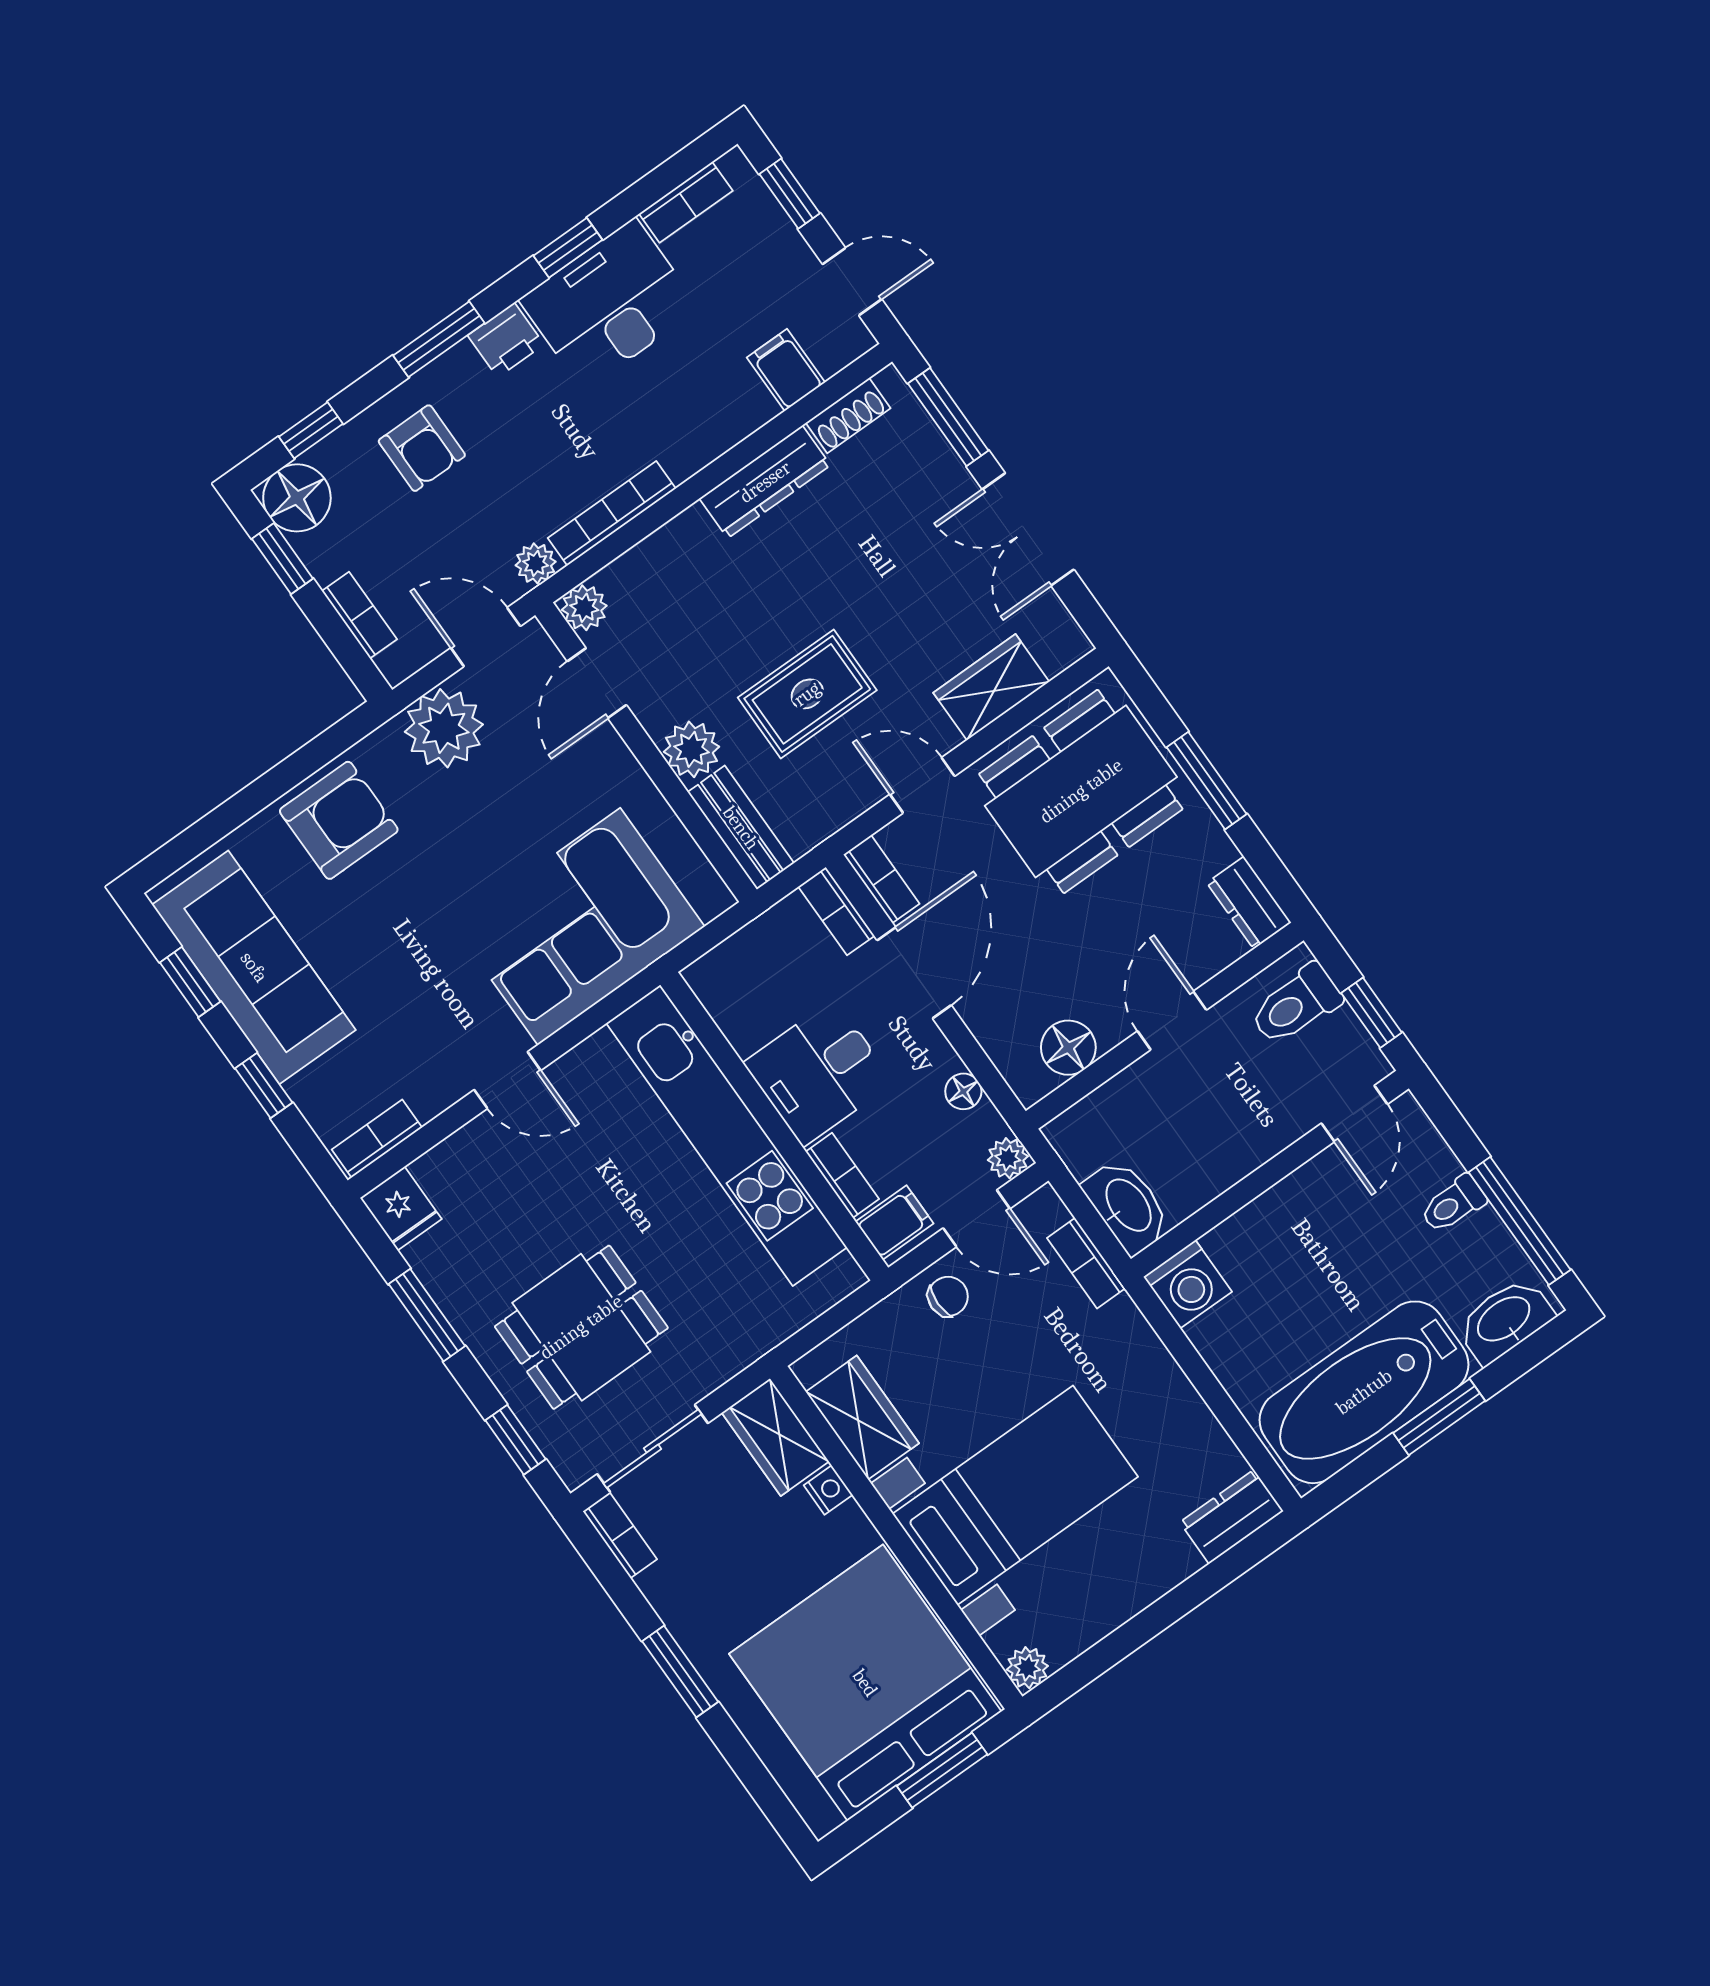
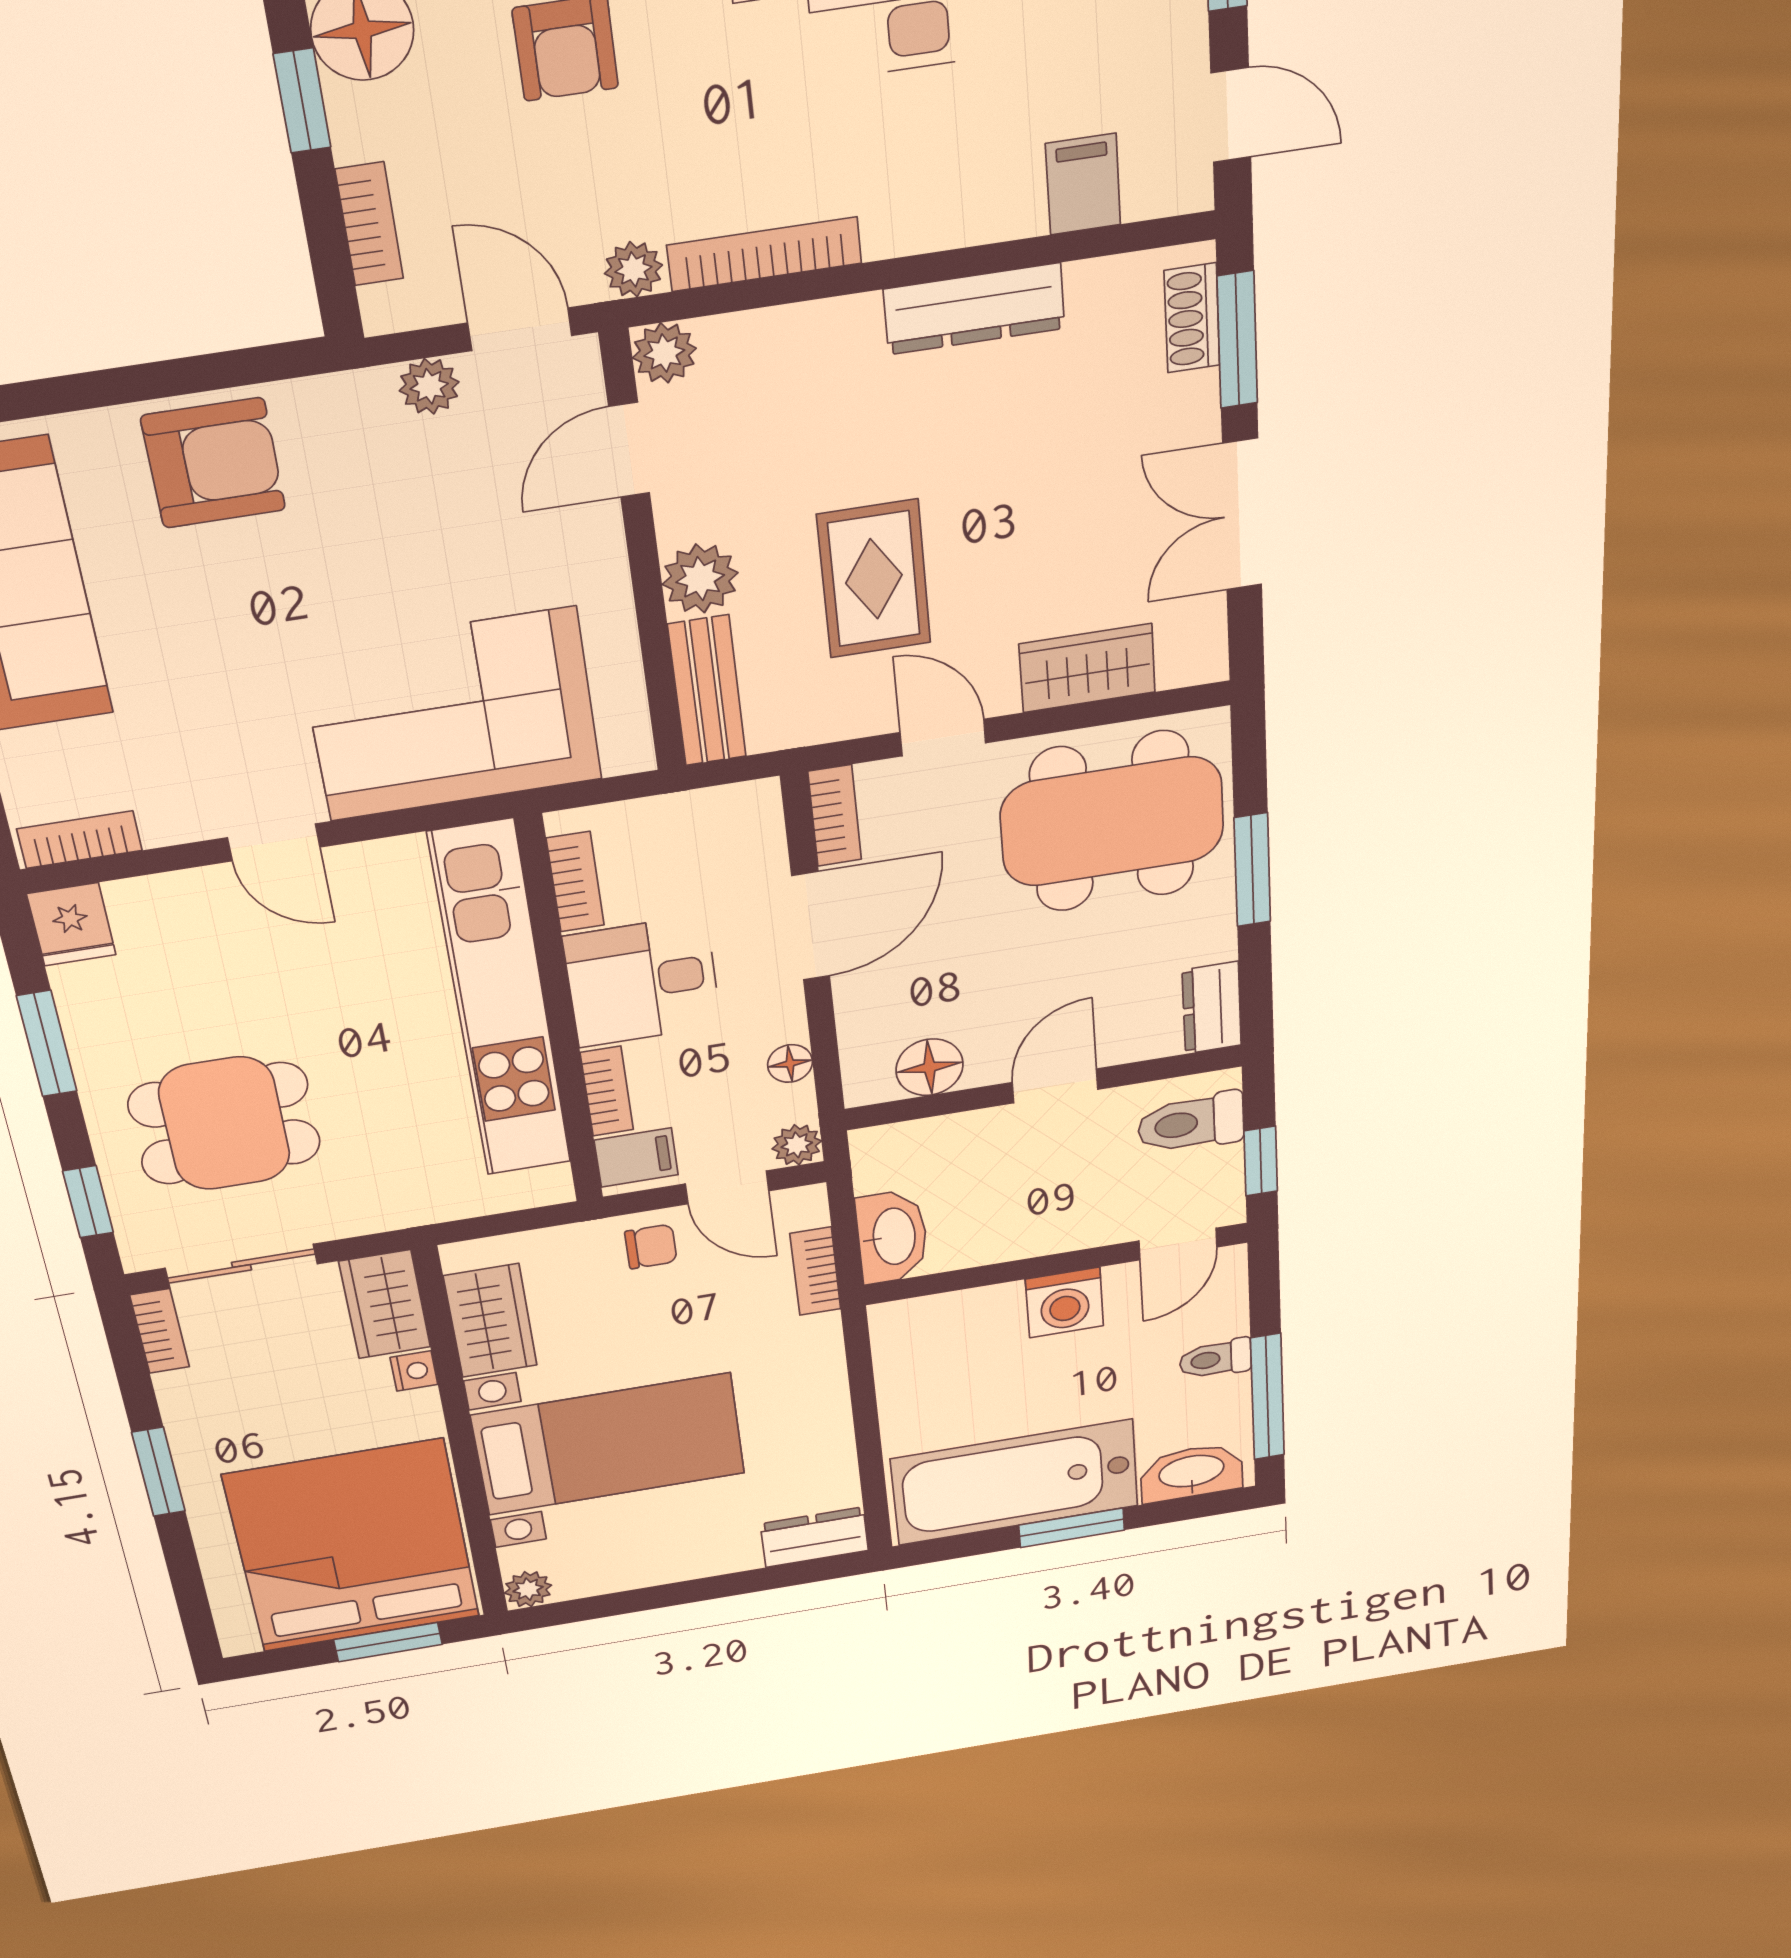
shoe rack: (848, 416) -> (1192, 318), moved, turned 90
rug: (807, 694) -> (874, 579), turned 90
plant: (444, 728) -> (429, 386), width x0.53, depth x0.53
bookcase: (836, 911) -> (575, 882), moved, turned 180
washing machine: (1188, 1284) -> (1065, 1303), moved

